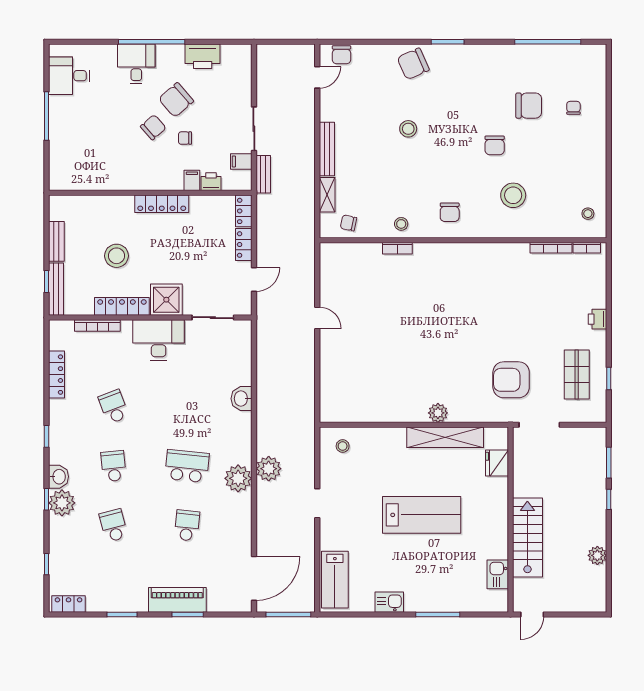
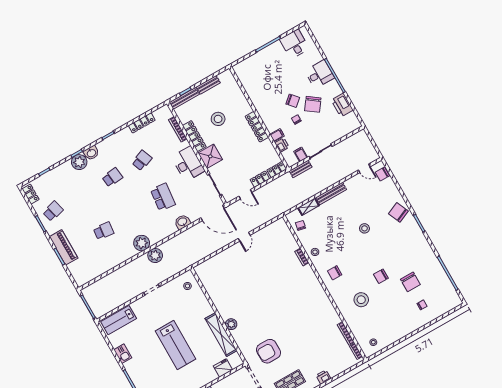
chair: (176, 100) -> (313, 104), turned -103
armchair: (511, 380) -> (269, 351), turned -90
school desk: (187, 466) -> (163, 197), moved
school desk: (114, 525) -> (53, 211), moved
door: (254, 578) -> (213, 213), moved

